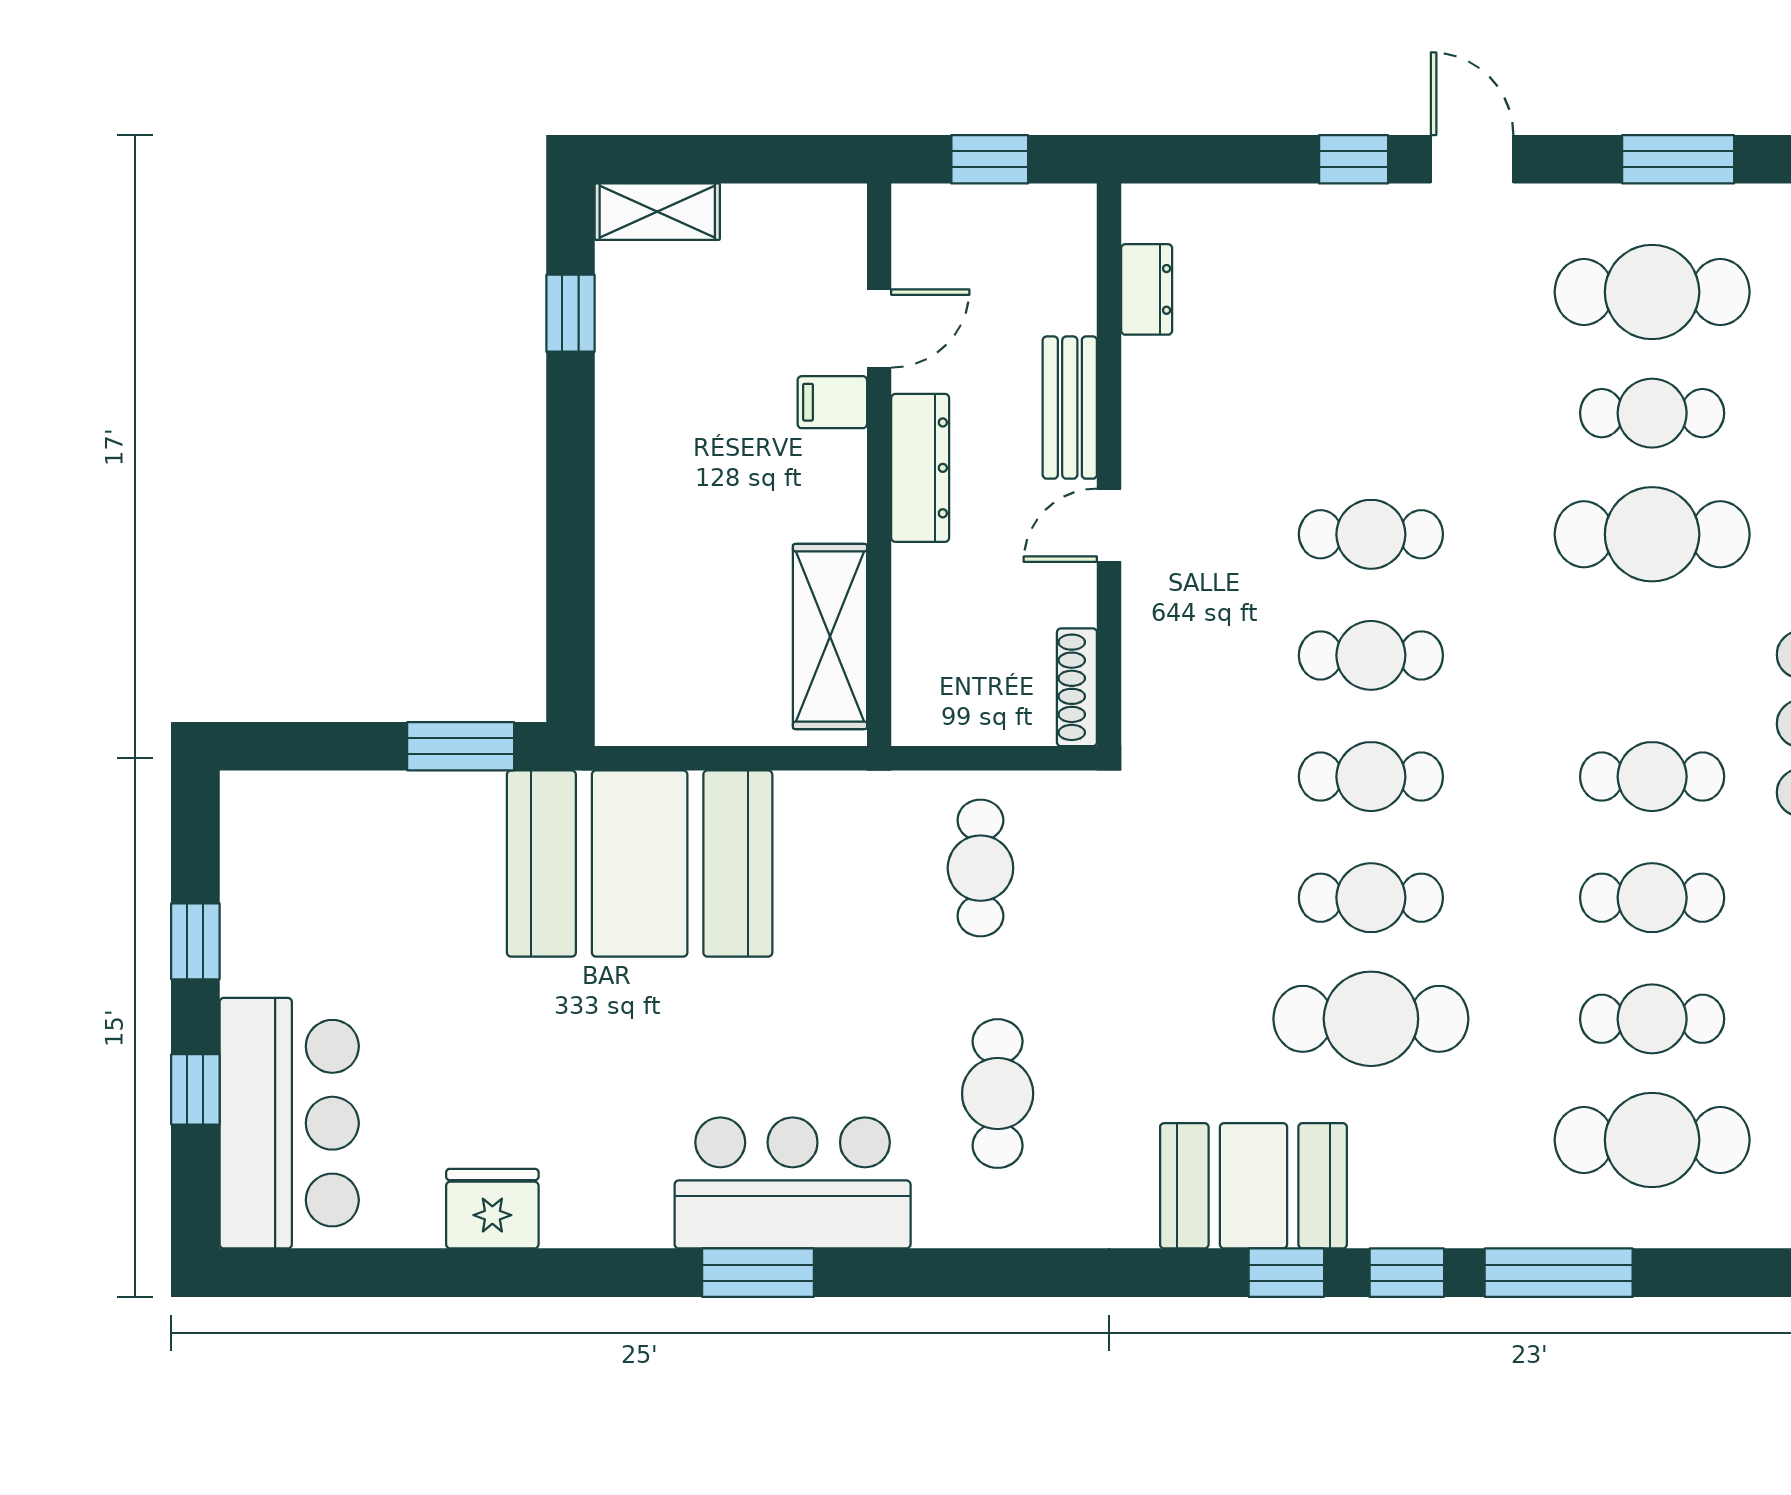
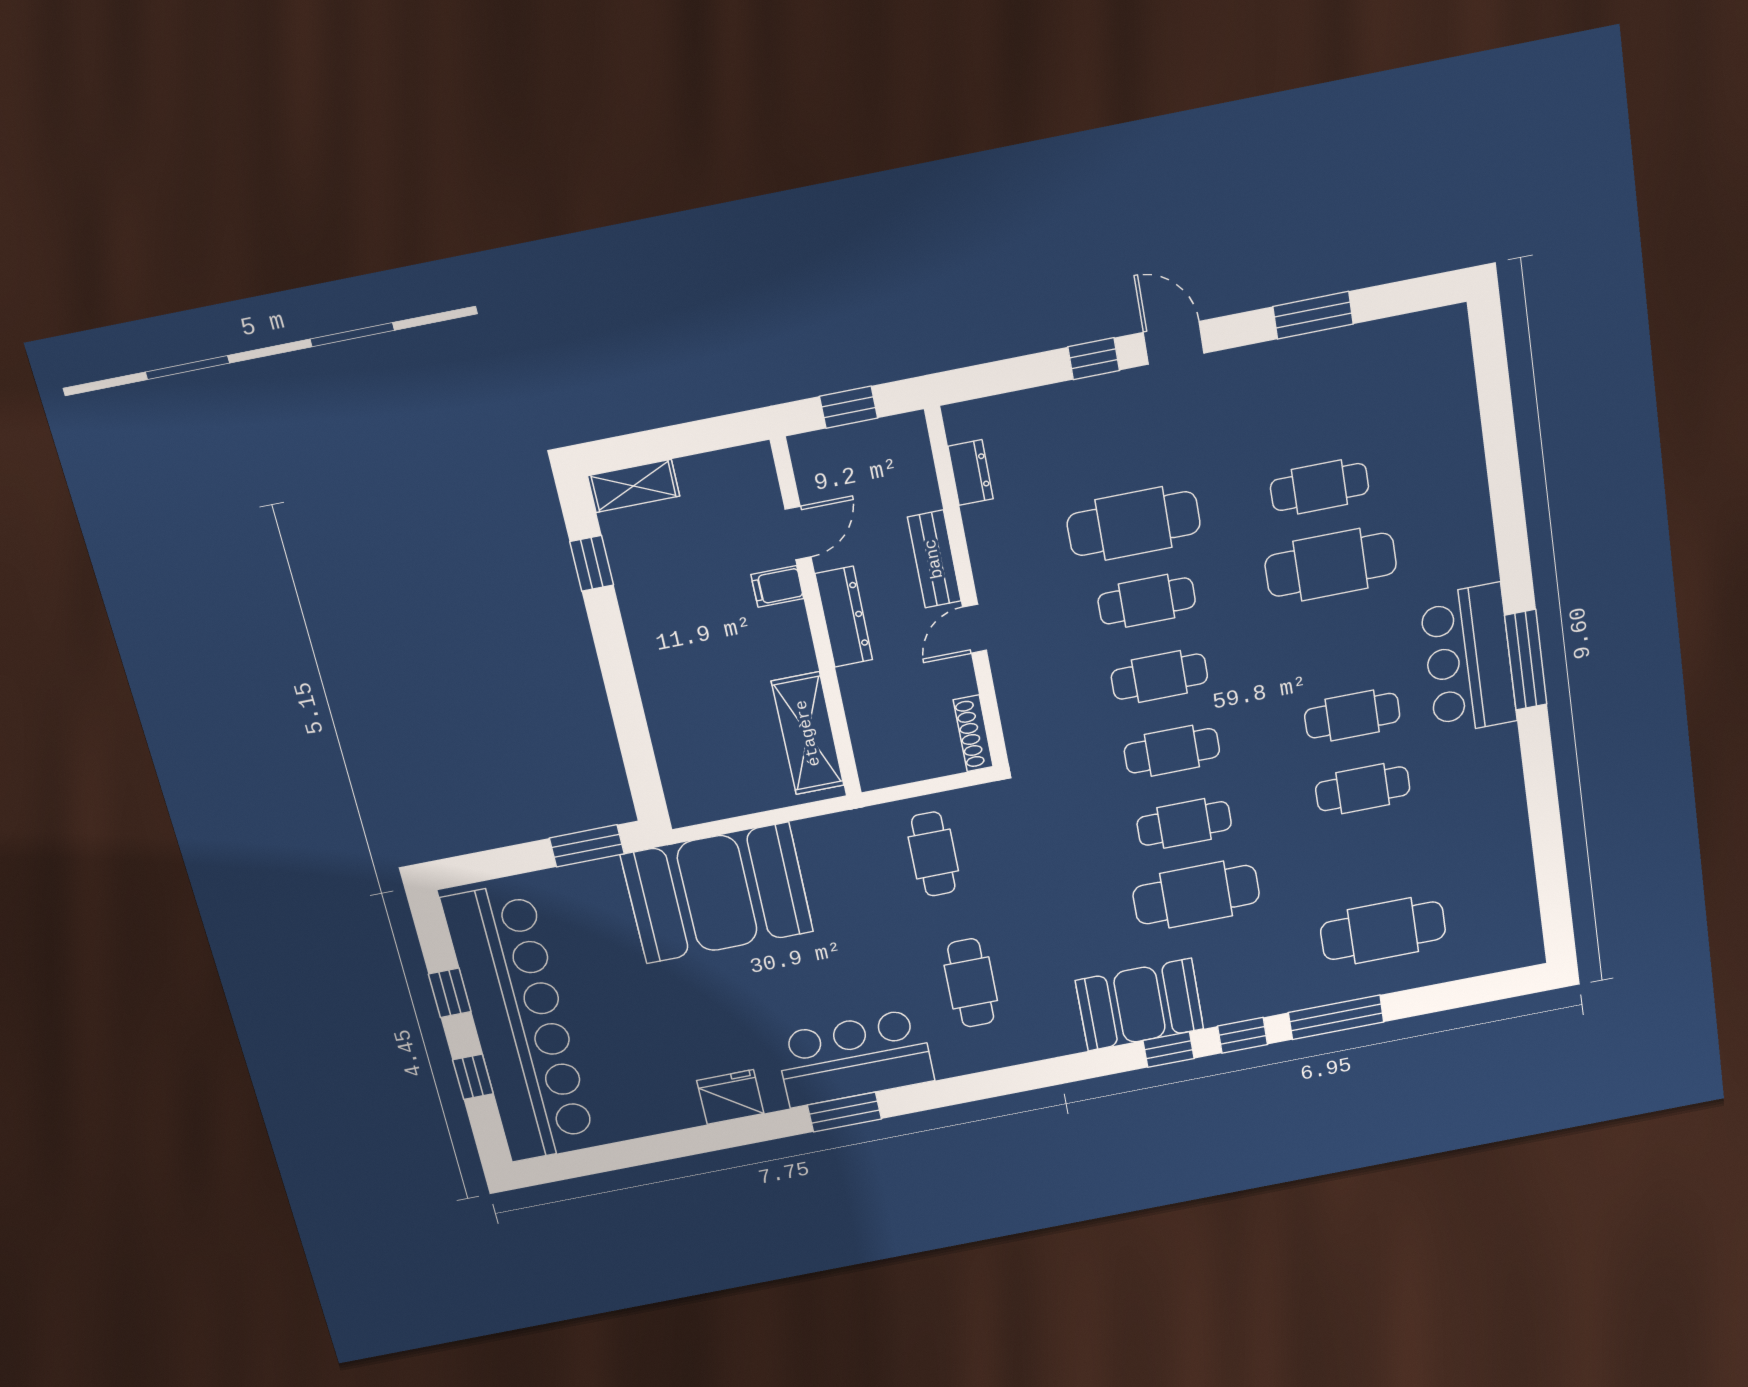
cafe table: (1652, 292) -> (1134, 524), moved
cafe table: (1652, 1019) -> (1373, 860), removed
bar counter: (289, 1123) -> (520, 1024), width x1.86
fridge: (492, 1209) -> (730, 1097), moved

